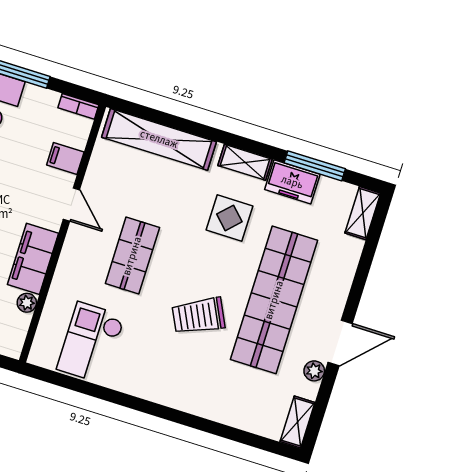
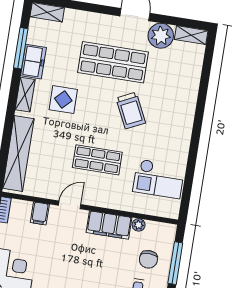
shop shelf: (274, 300) -> (113, 62), width x0.71
plant: (314, 371) -> (161, 36), width x1.88, depth x1.88

